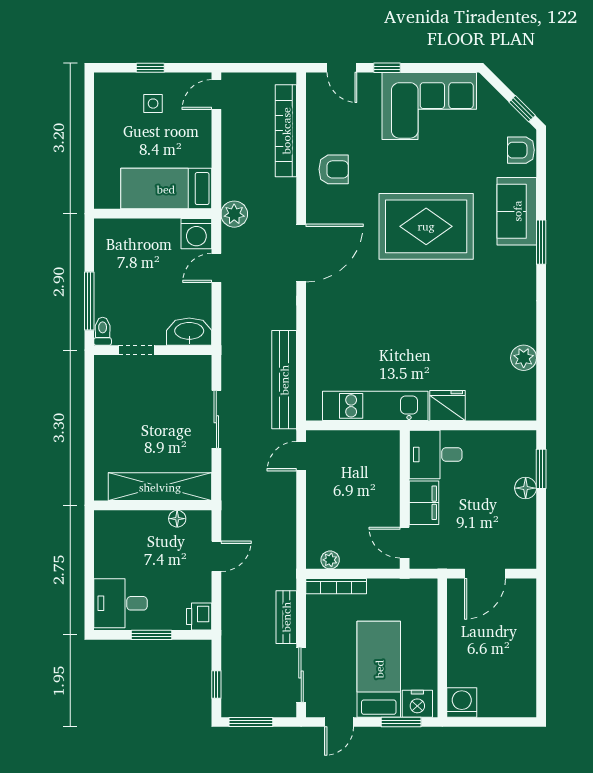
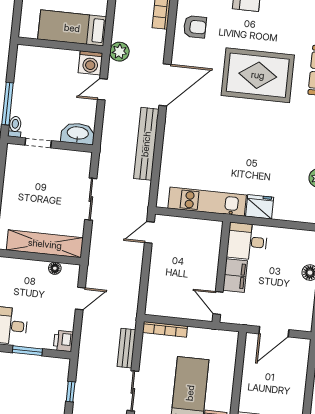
bench: (284, 380) -> (146, 144), moved
plant: (330, 560) -> (163, 310), removed

